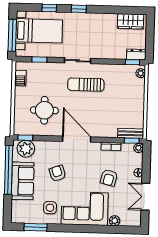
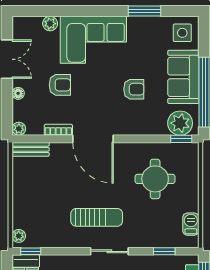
door: (77, 139) -> (93, 139), moved
window: (132, 141) -> (29, 139), removed
armchair: (57, 173) -> (134, 89), turned -71
armchair: (109, 178) -> (60, 85), turned 76
side table: (50, 208) -> (182, 33), moved
window: (36, 227) -> (145, 11), moved

